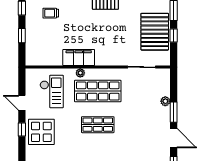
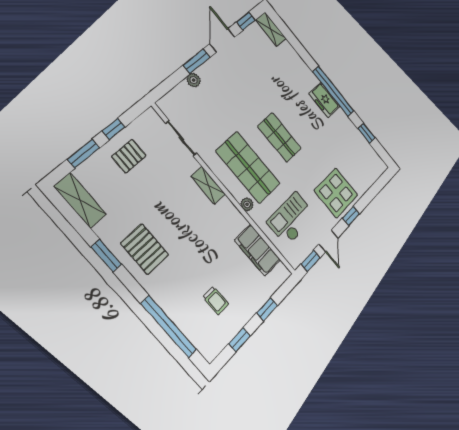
pallet: (155, 32) -> (129, 156), width x0.49, depth x0.50
filing cabinet: (79, 57) -> (258, 250), moved
shelving: (107, 60) -> (208, 185), added
window: (22, 82) -> (310, 261), added

